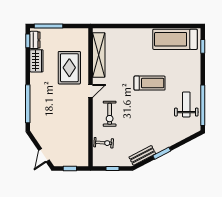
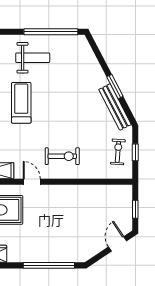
weight bench: (186, 104) -> (33, 58), moved, turned 180
exercise bike: (104, 143) -> (118, 152), moved
door: (44, 155) -> (118, 244), swing flipped
bench: (142, 155) -> (115, 107), width x1.36

